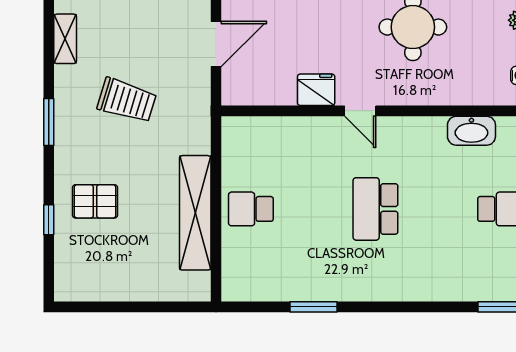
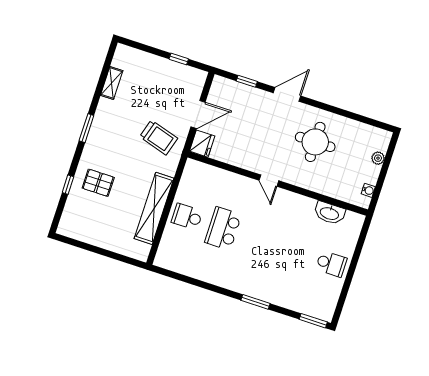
fridge: (316, 90) -> (202, 144), moved, turned 90
trolley: (127, 100) -> (159, 137), moved
school desk: (375, 209) -> (223, 228), moved
window: (313, 307) -> (256, 302), moved

